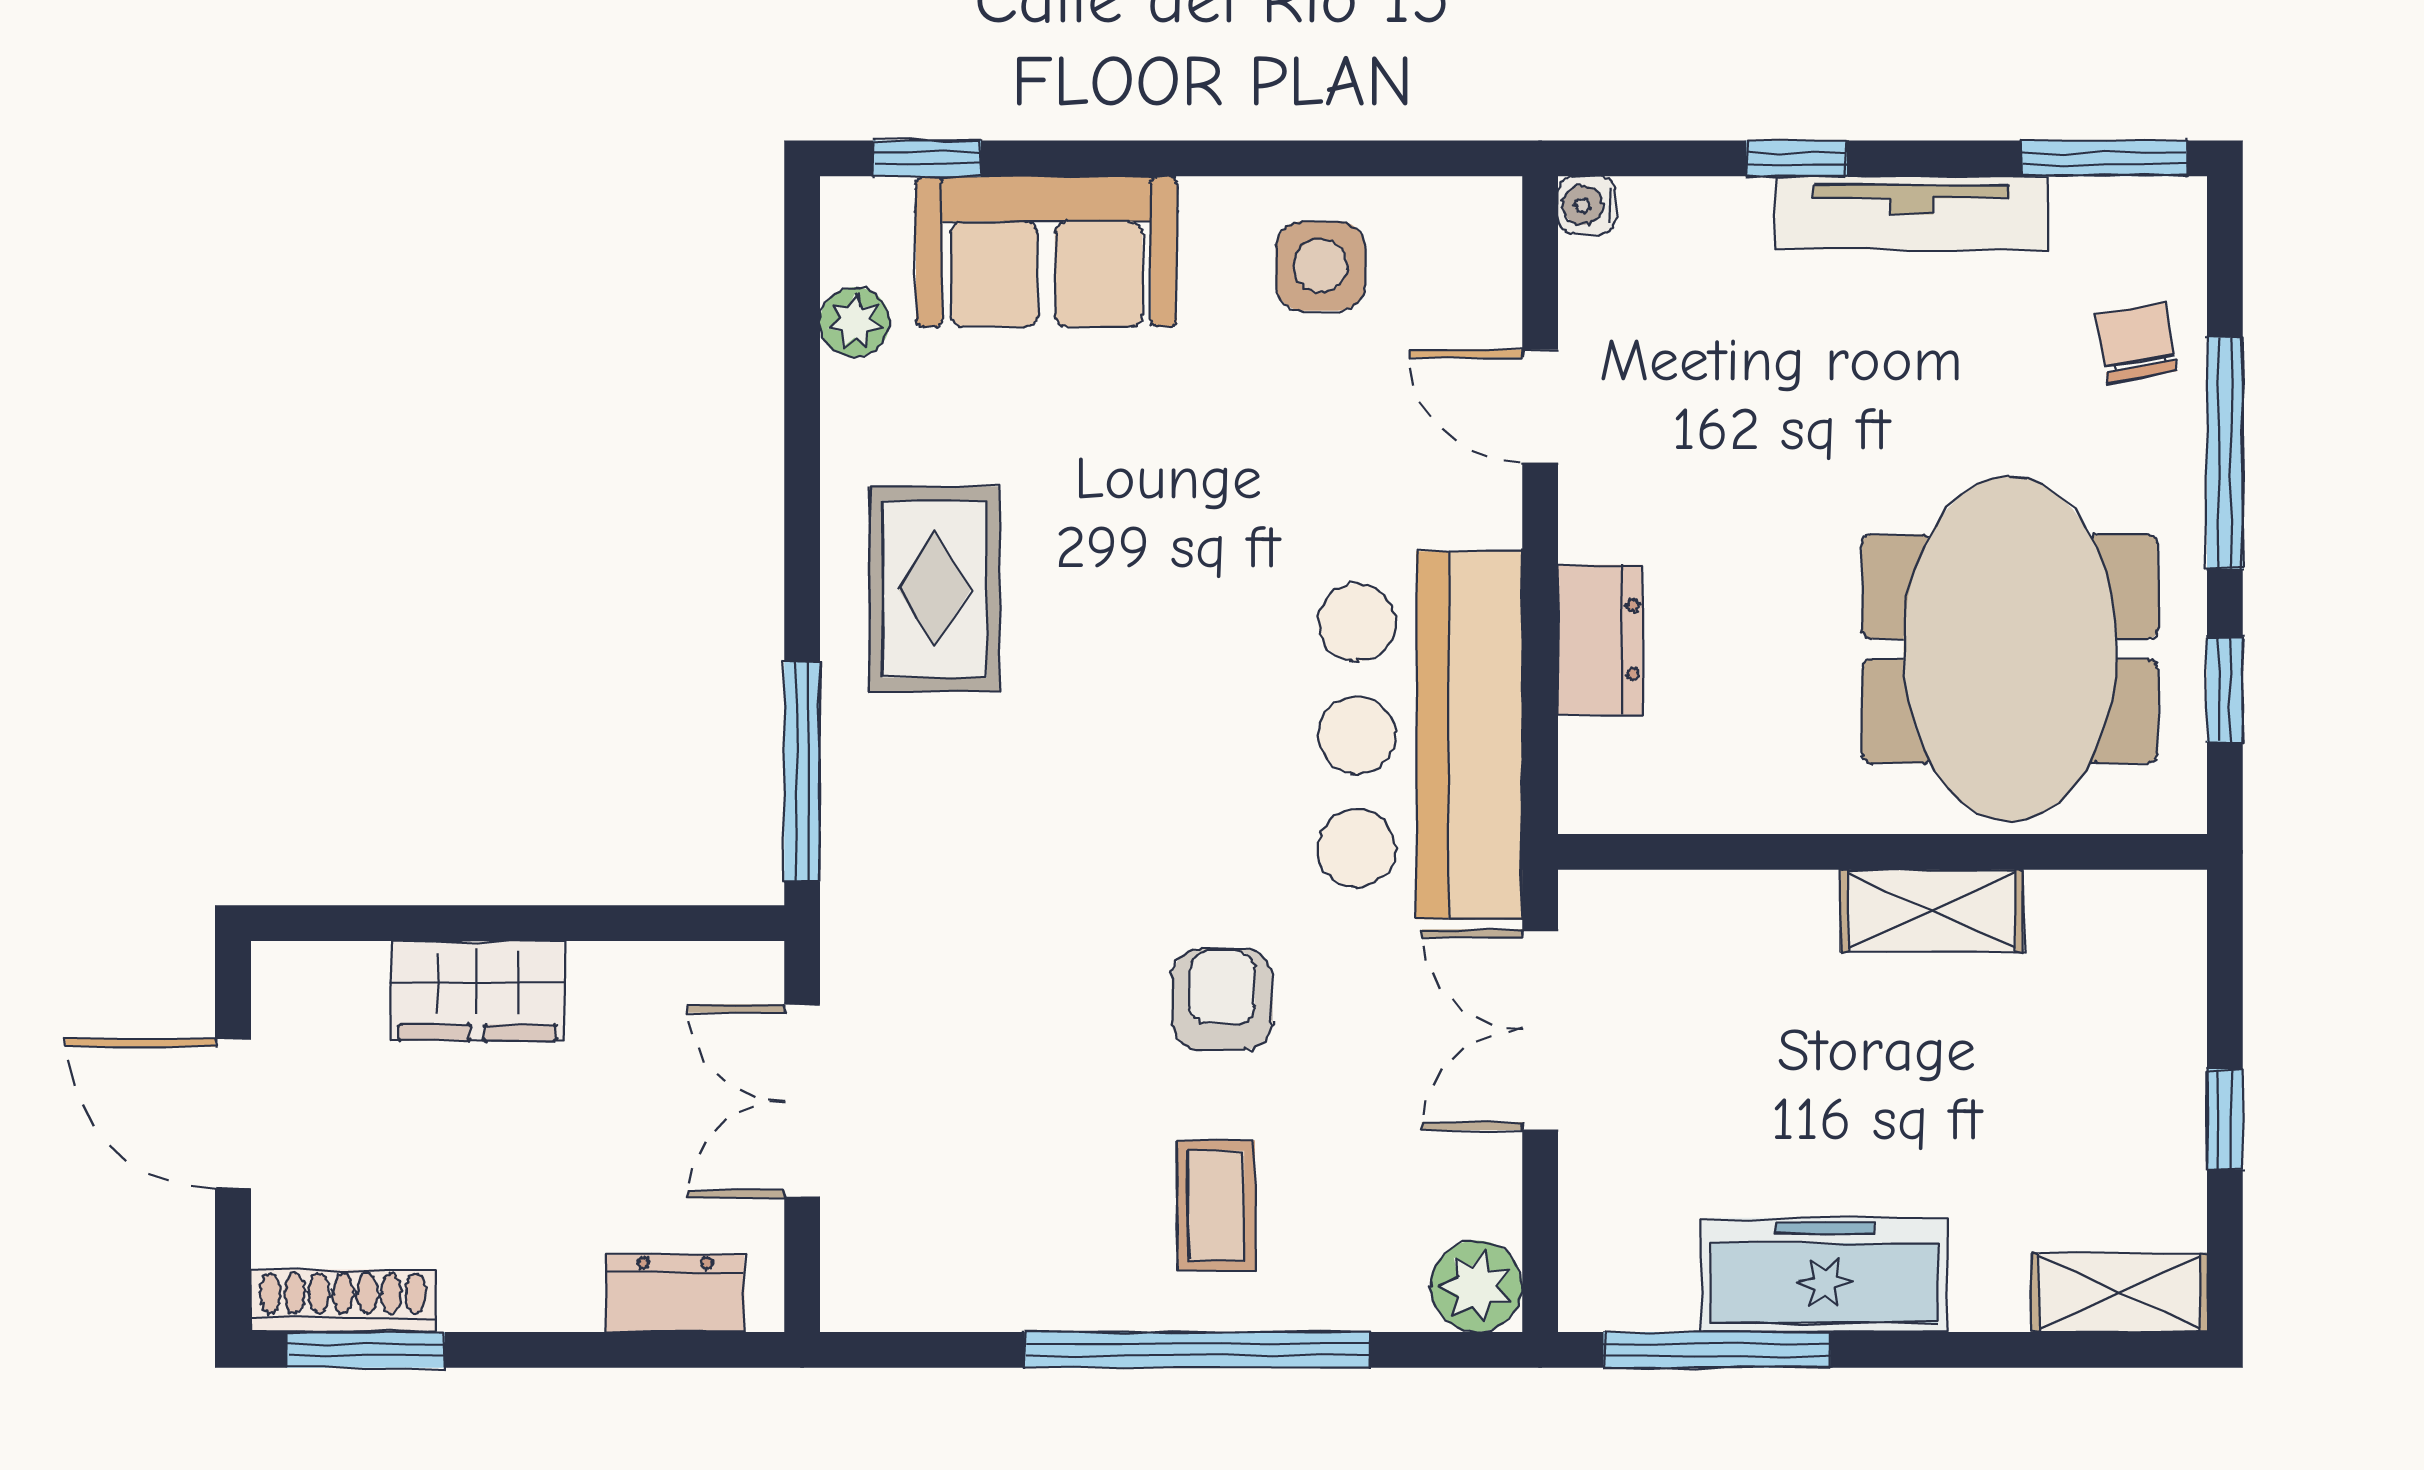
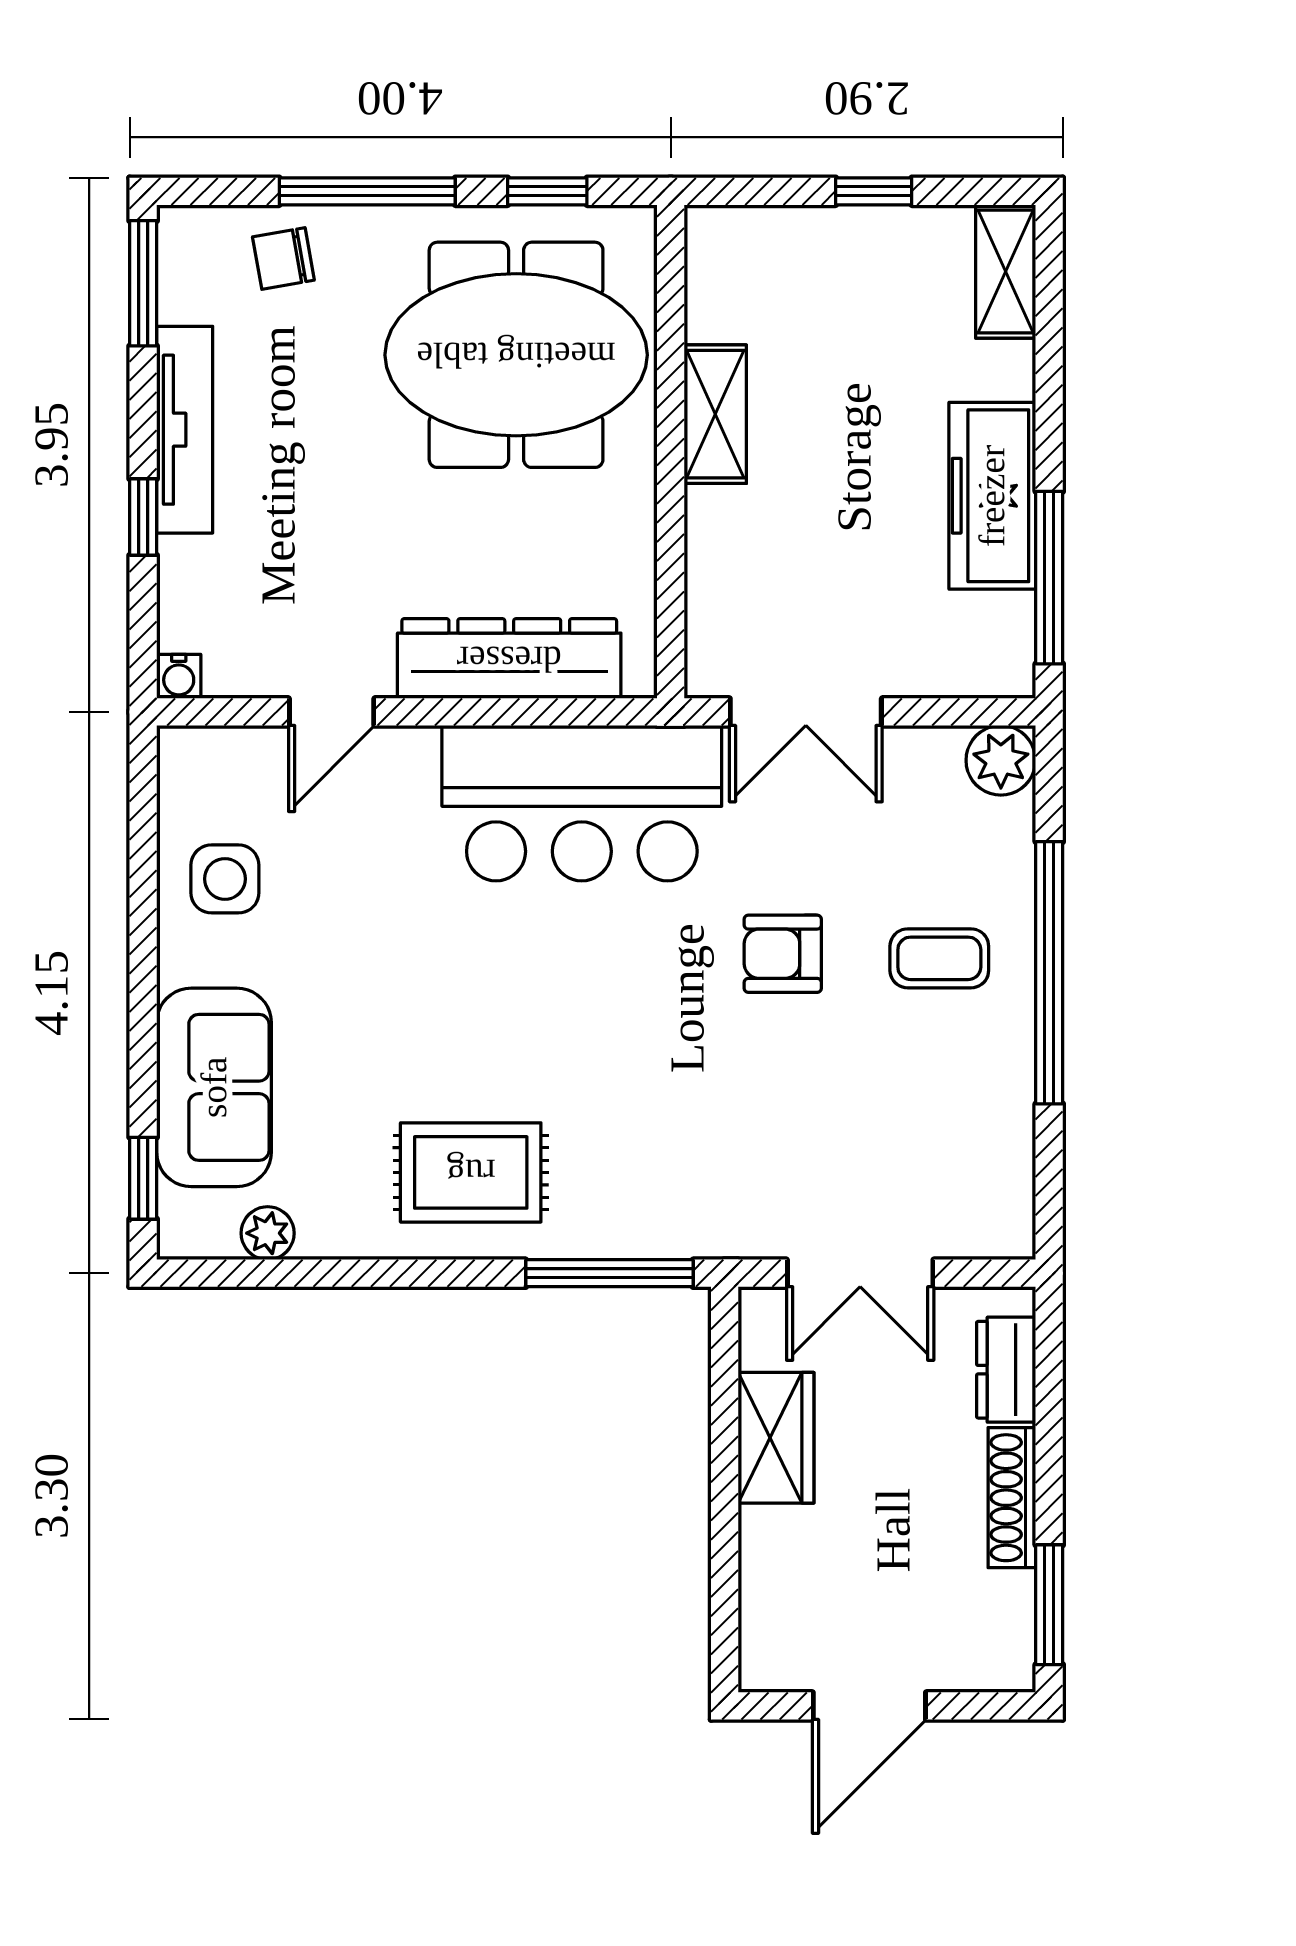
dresser: (1600, 640) -> (509, 659), width x1.96, depth x1.24
wardrobe: (477, 991) -> (776, 1438), moved
shoe rack: (343, 1301) -> (1012, 1498), moved

